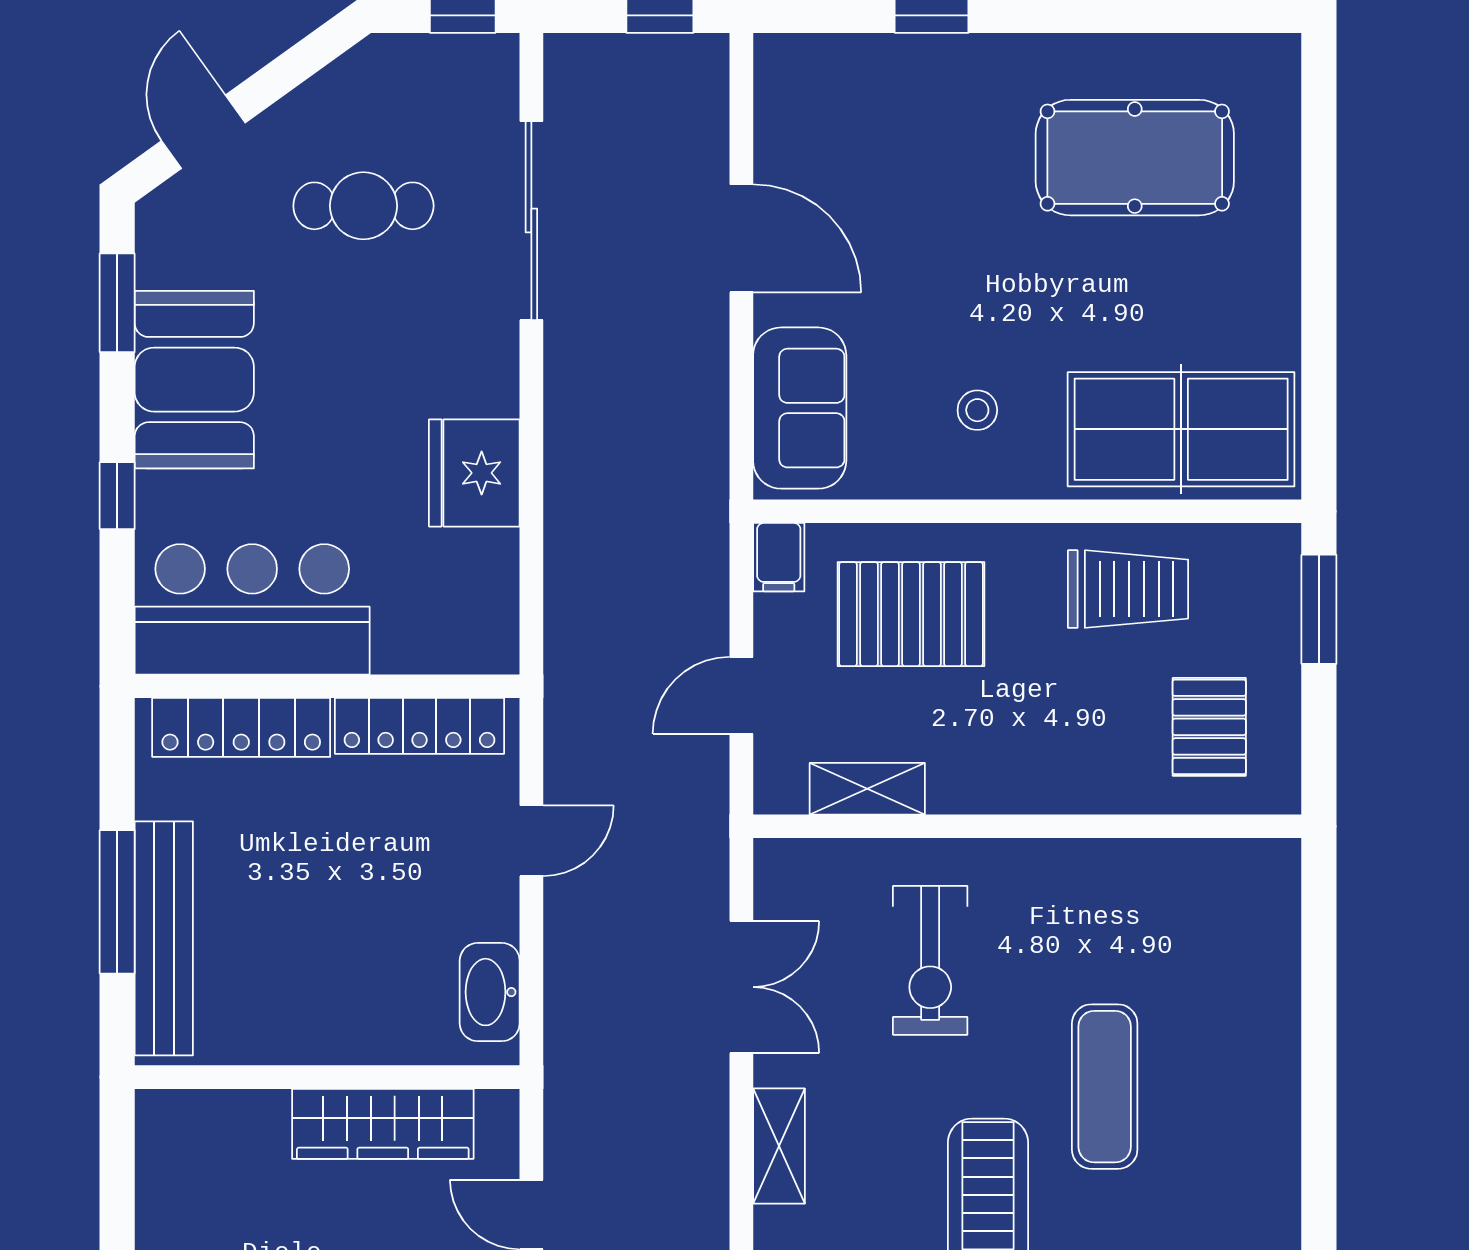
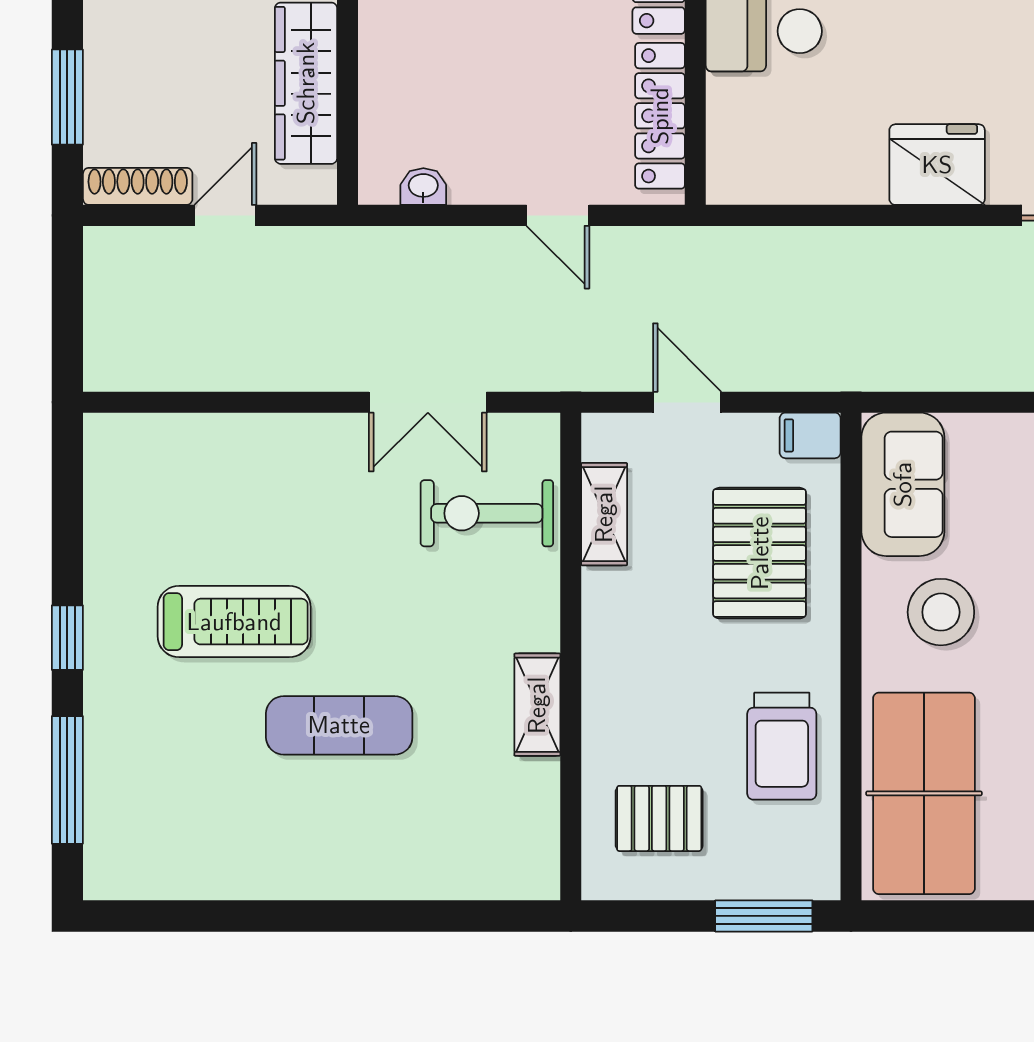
sofa: (800, 408) -> (903, 484), moved, turned -90
stool: (977, 410) -> (941, 612), width x1.89, depth x1.89
fridge: (474, 473) -> (937, 165), moved
exercise bike: (930, 960) -> (487, 513), moved
washbasin: (490, 992) -> (423, 187), width x0.52, depth x0.69
shelving: (779, 1146) -> (537, 705), moved, turned 90

